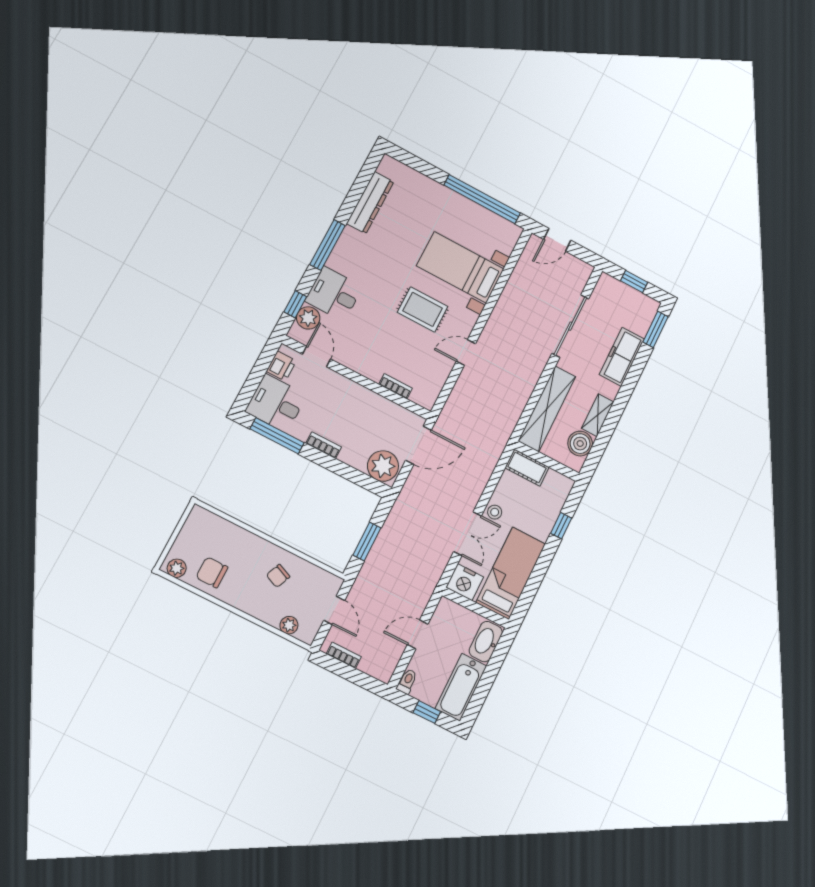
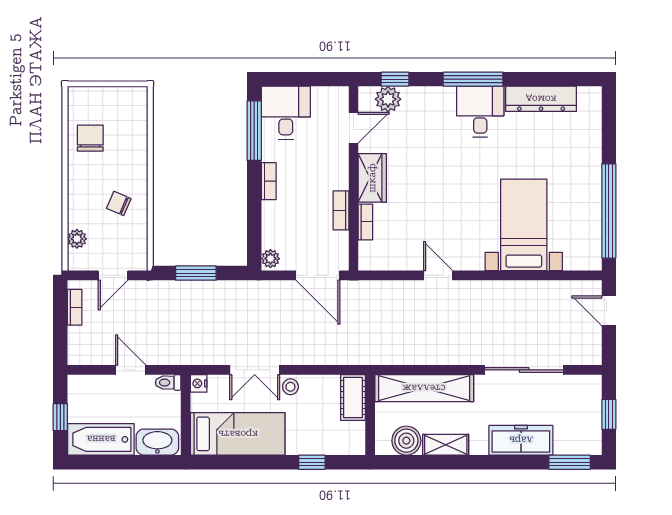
desk: (334, 294) -> (480, 112), moved
rug: (423, 309) -> (459, 209), removed
wardrobe: (364, 363) -> (372, 178), added
printer: (281, 366) -> (325, 98), removed
bookcase: (377, 401) -> (341, 210), added
plant: (383, 466) -> (270, 259), width x0.53, depth x0.53
plant: (177, 568) -> (77, 103), removed
nightstand: (465, 582) -> (199, 383), width x0.53, depth x0.56
toilet: (407, 681) -> (168, 383), moved, turned 180

